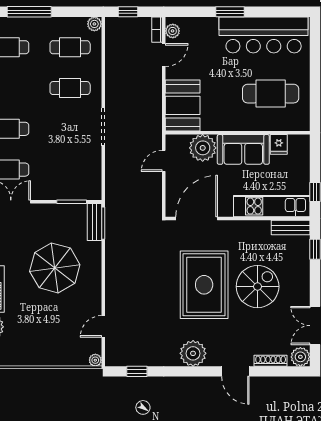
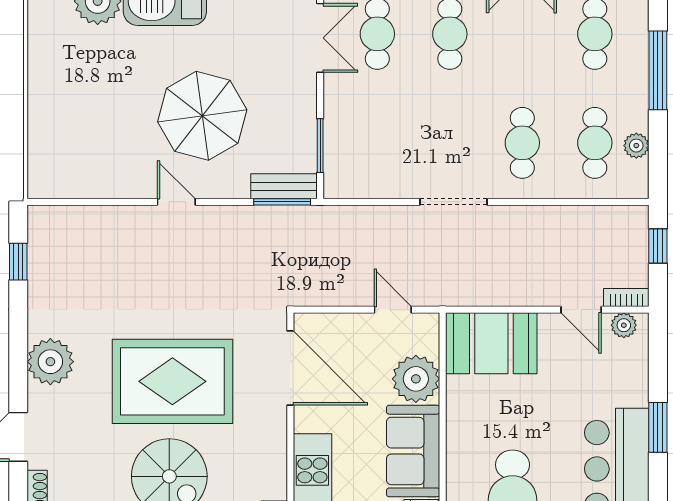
plant: (94, 24) -> (636, 146), moved
door: (103, 326) -> (176, 202), moved
plant: (95, 360) -> (38, 188), removed

